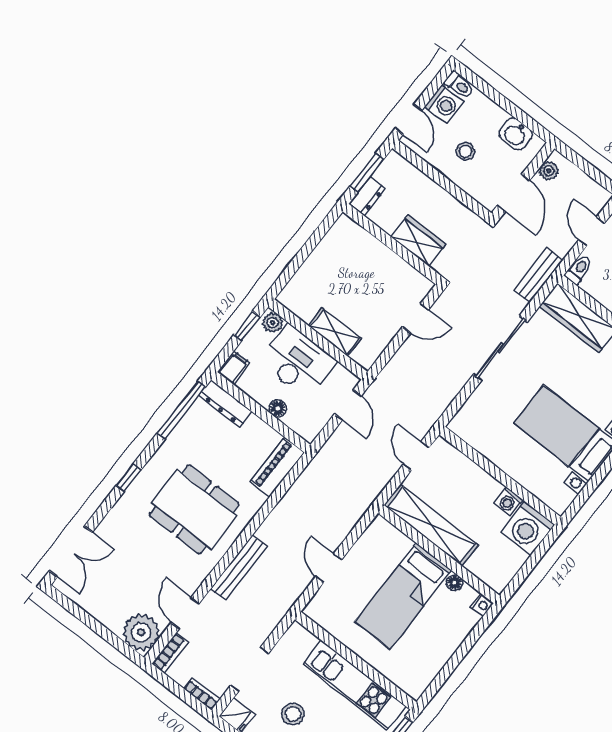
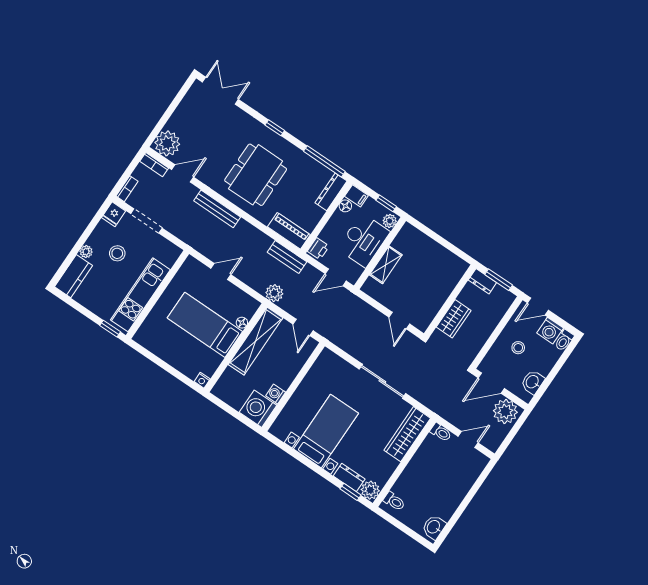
plant: (549, 171) -> (505, 411), width x1.87, depth x1.87
bench: (538, 275) -> (287, 257), moved
floor lamp: (278, 408) -> (345, 206), moved
printer: (305, 427) -> (318, 249), added
door: (416, 456) -> (303, 327), swing flipped
plant: (365, 494) -> (274, 293), added
double door: (71, 551) -> (220, 91), swing flipped
floor lamp: (455, 583) -> (242, 323), moved

